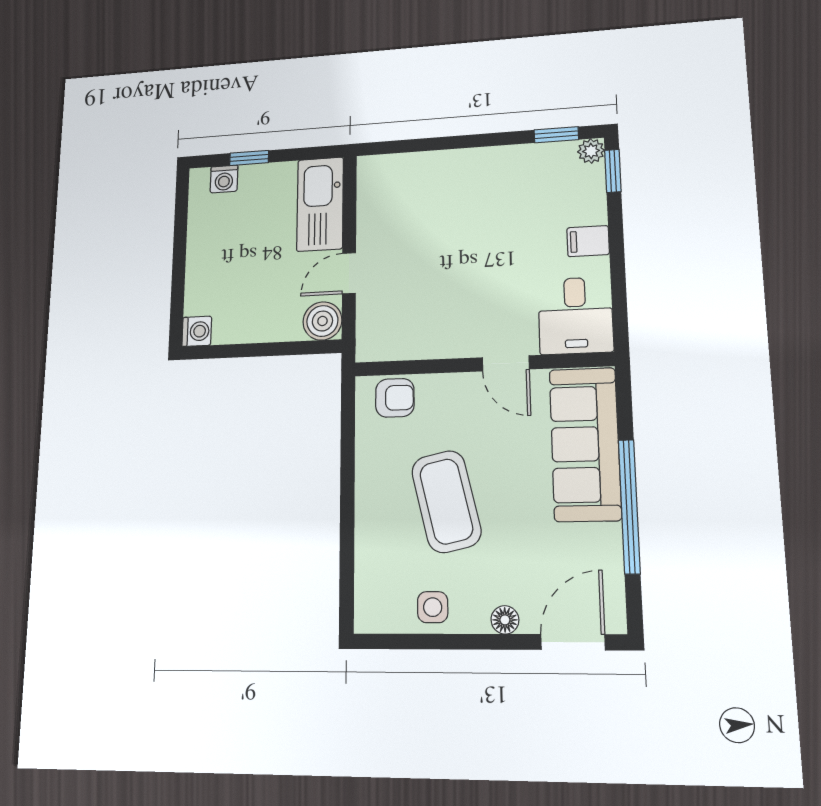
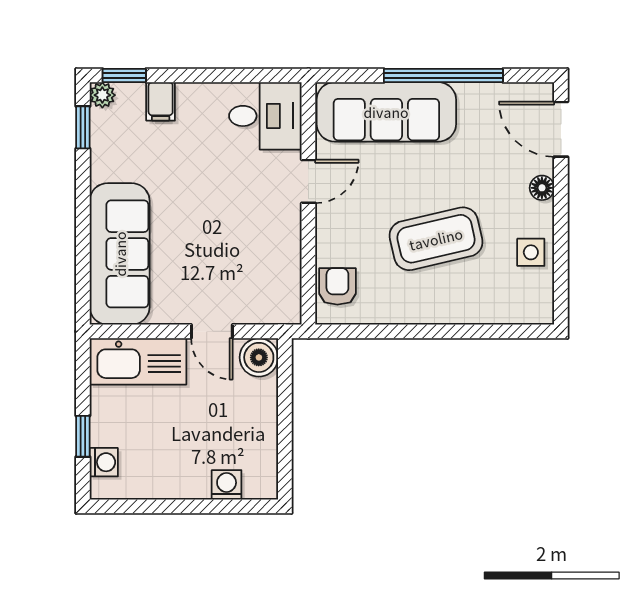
sofa: (427, 179) -> (120, 254), added
filing cabinet: (588, 241) -> (161, 101), moved
washing machine: (197, 331) -> (227, 485), moved

